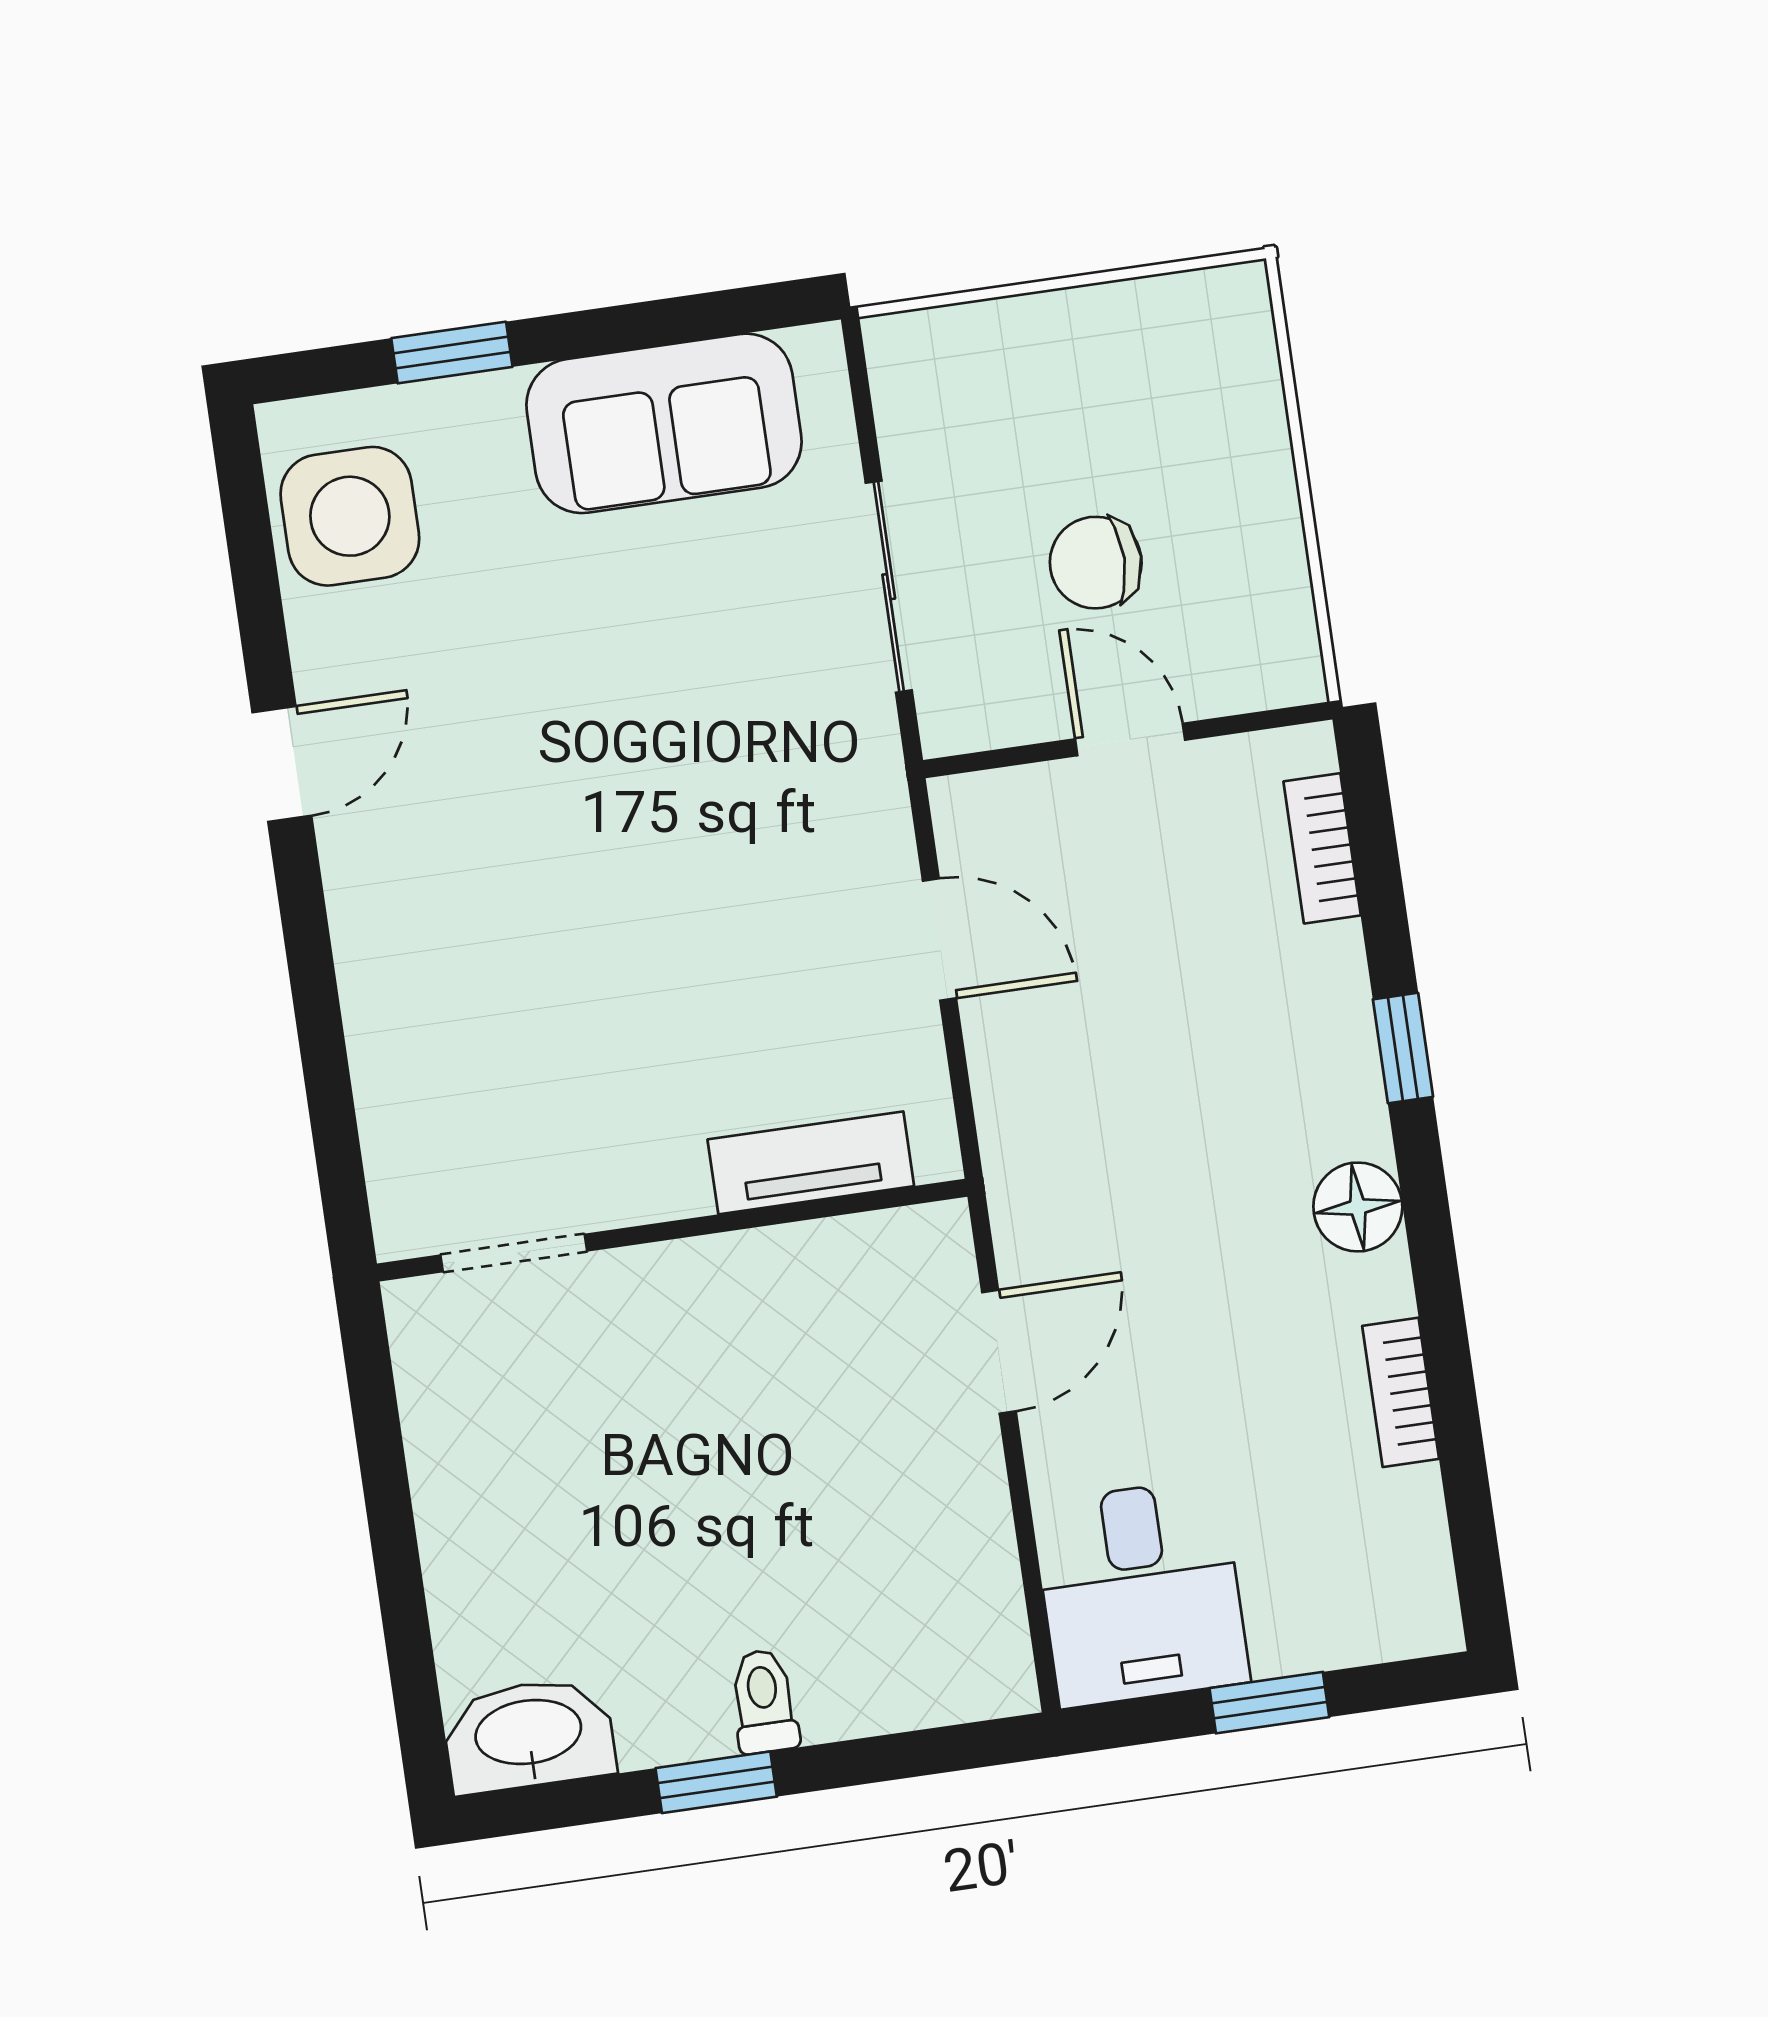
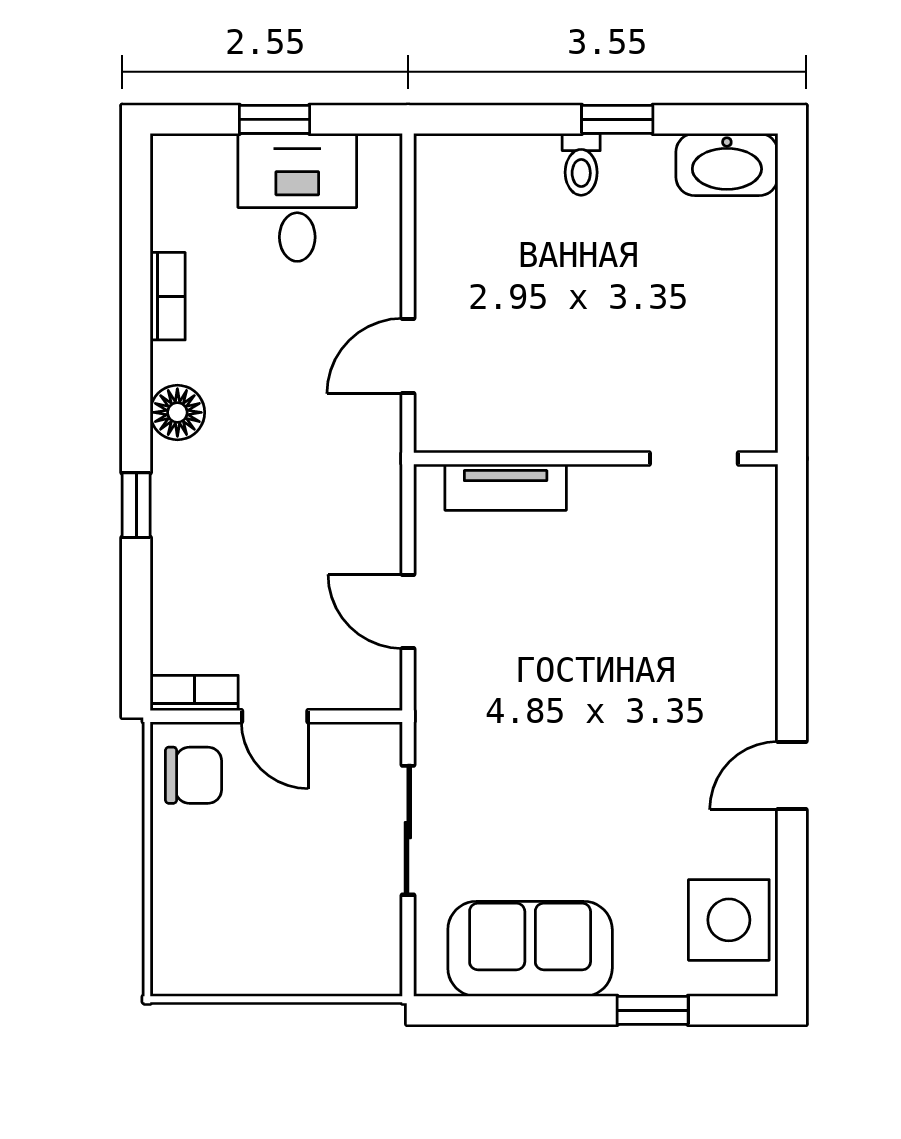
chair: (1096, 563) -> (194, 775), moved
bookcase: (1322, 848) -> (194, 693), moved, turned -90
desk: (1141, 1593) -> (297, 197), moved

